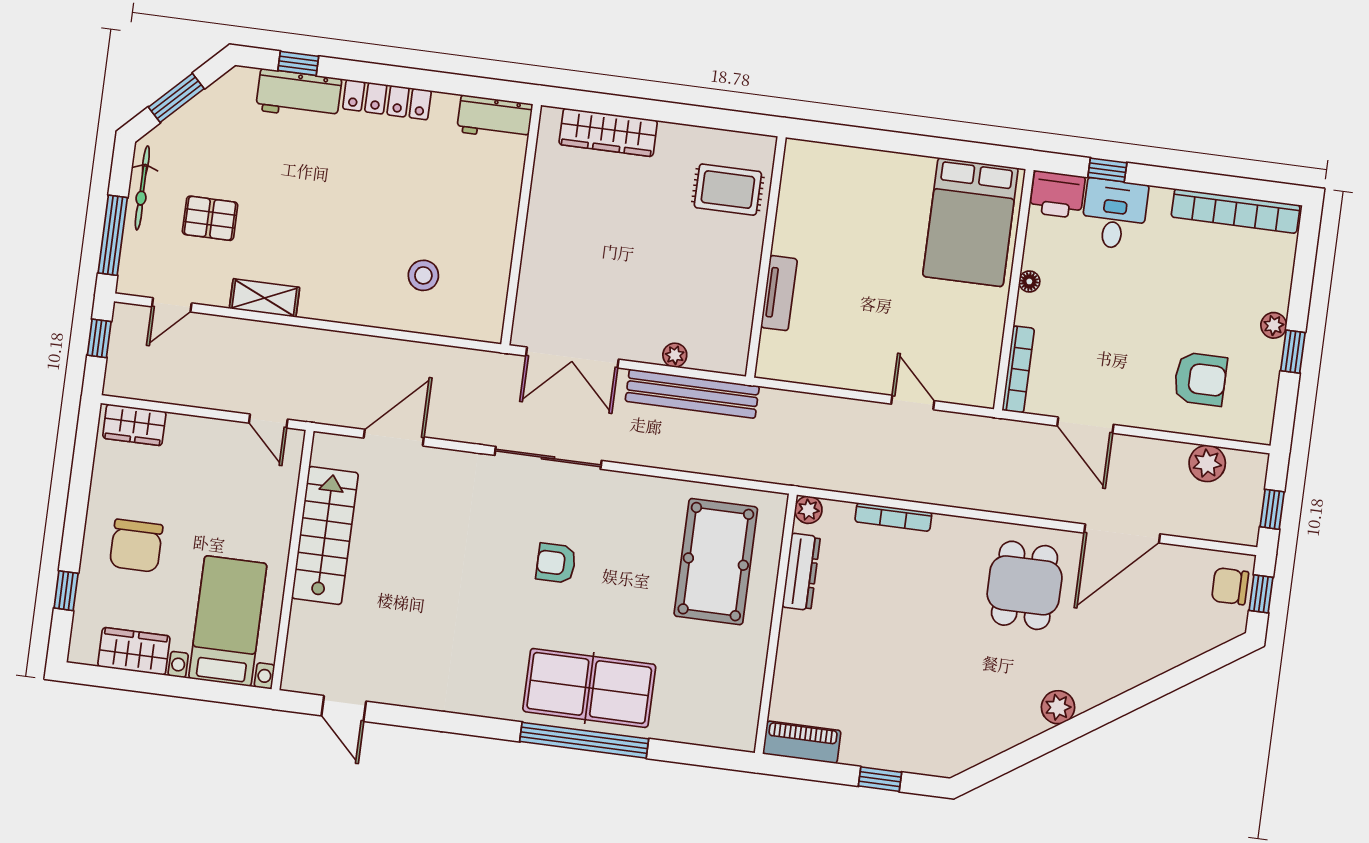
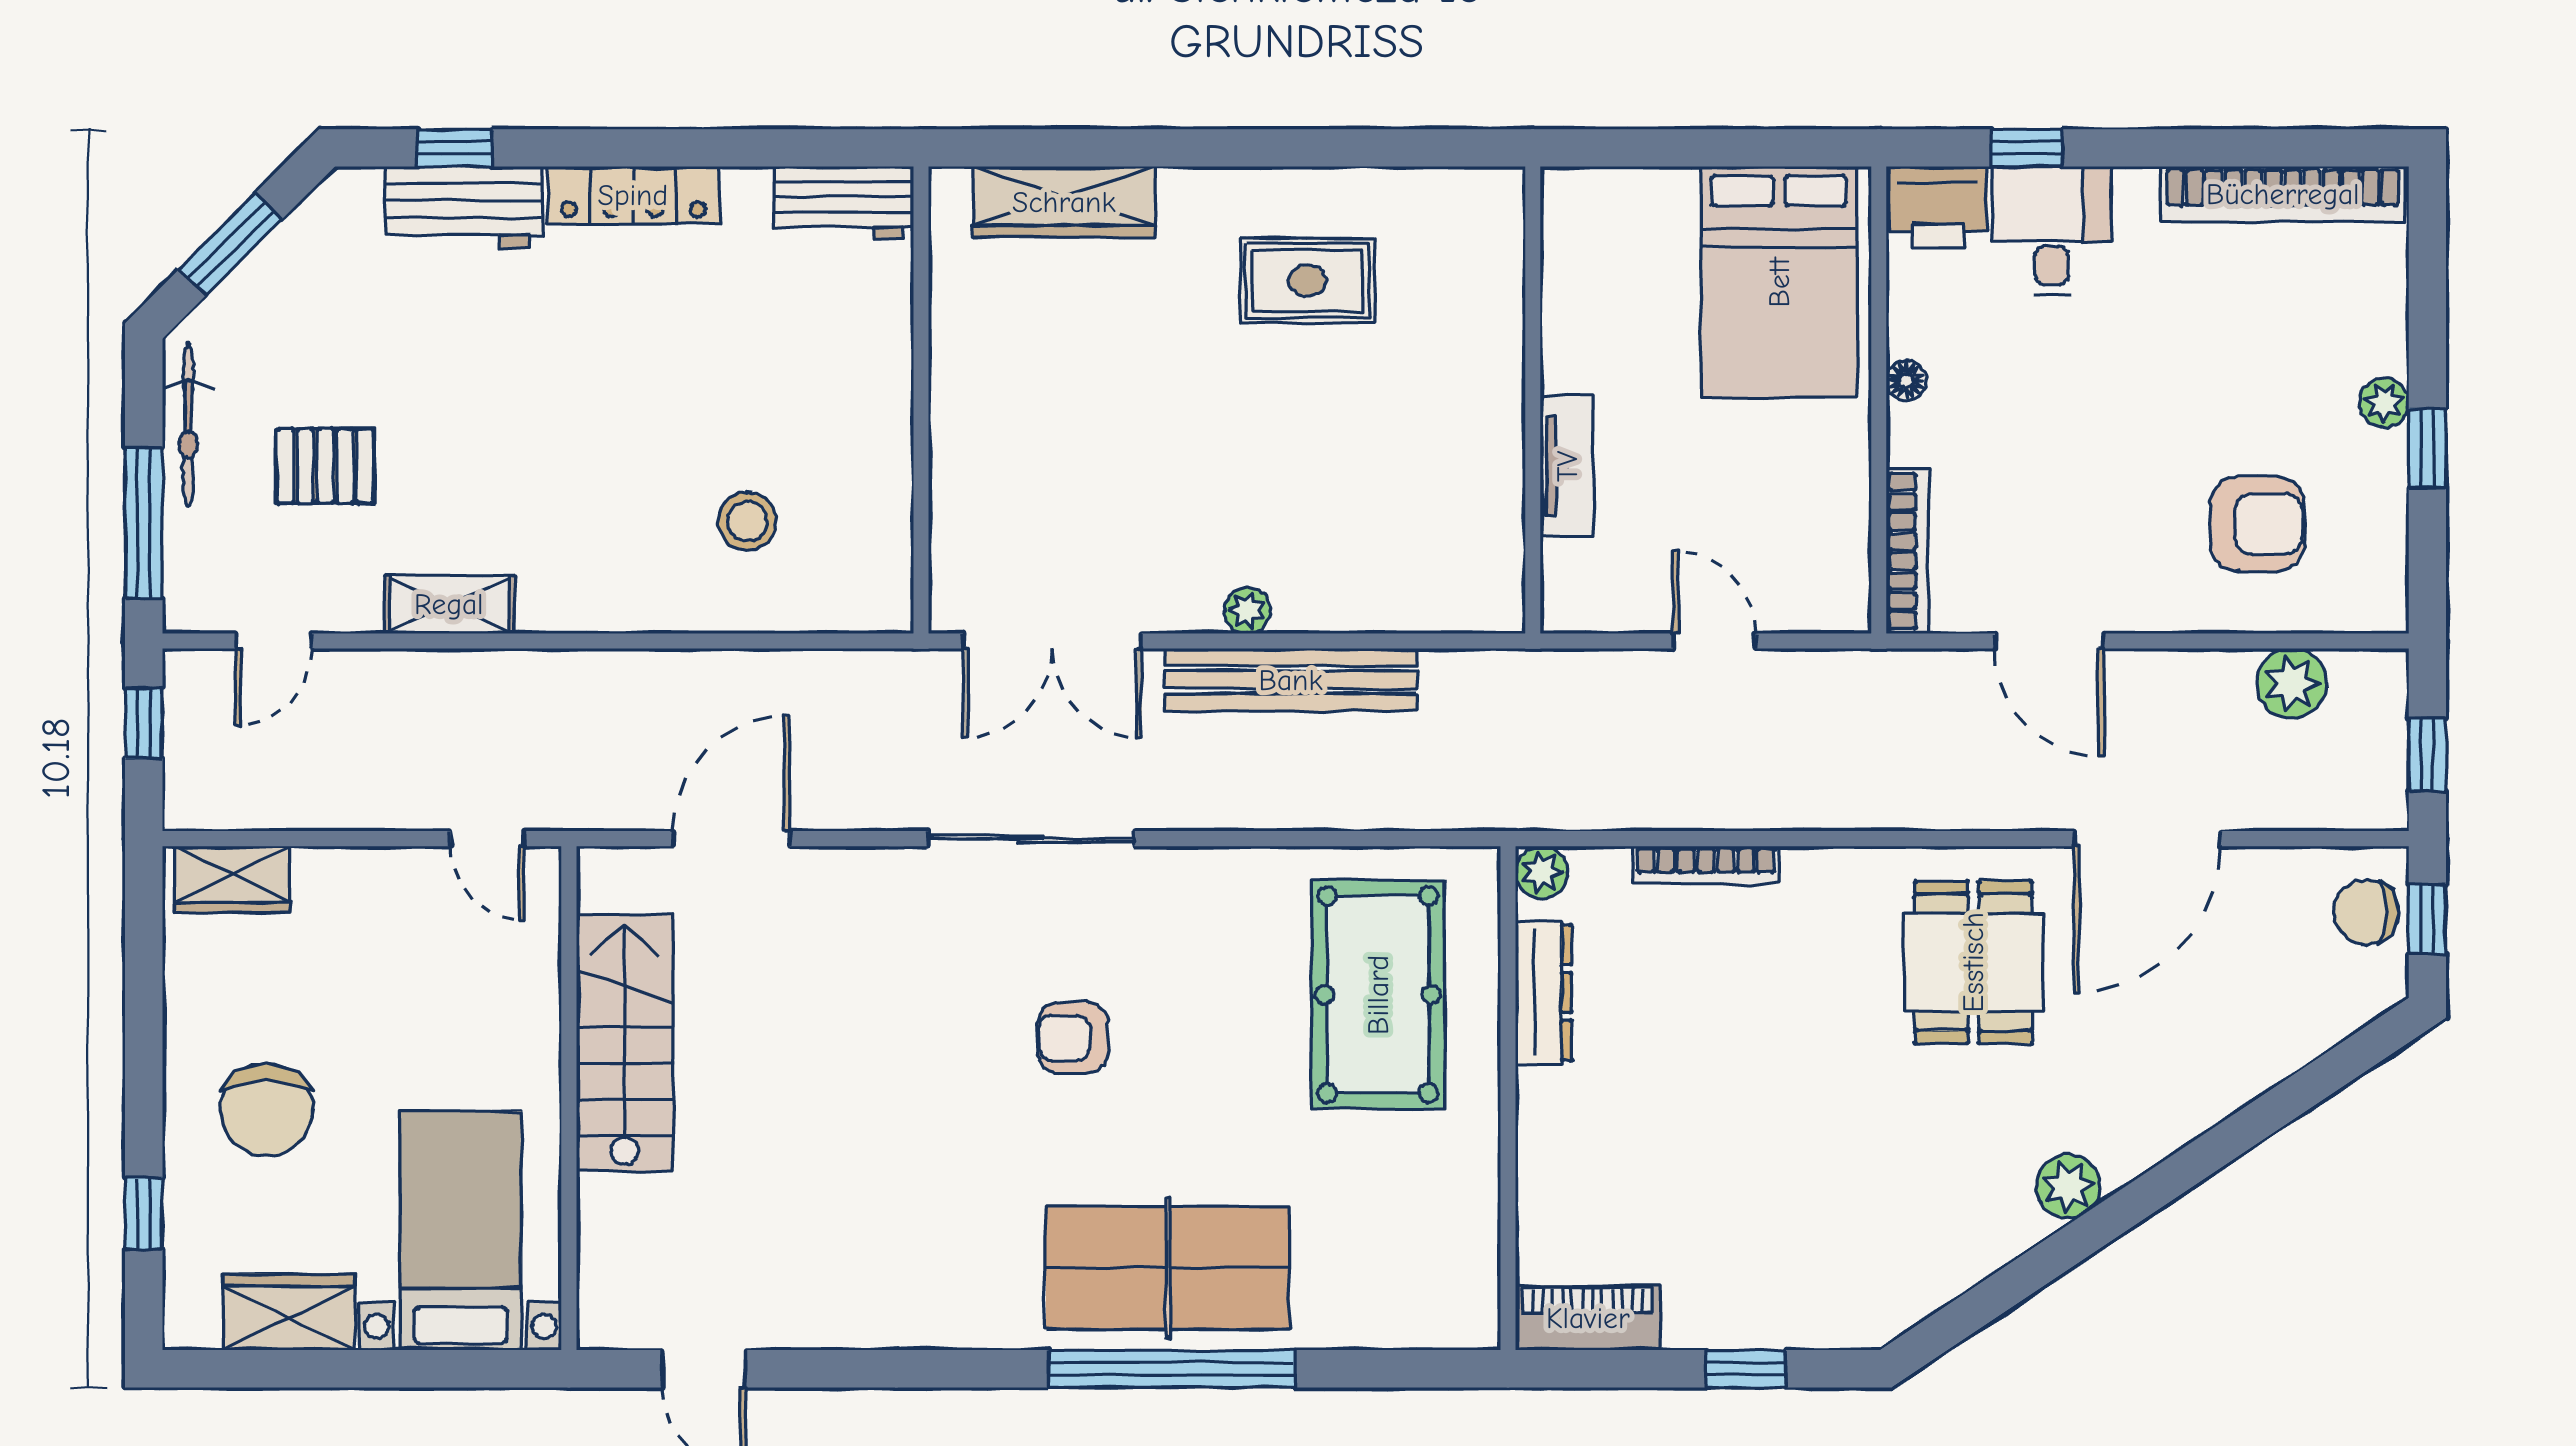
wall: (766, 257) -> (1533, 400), moved
tv unit: (779, 293) -> (1567, 466), moved

